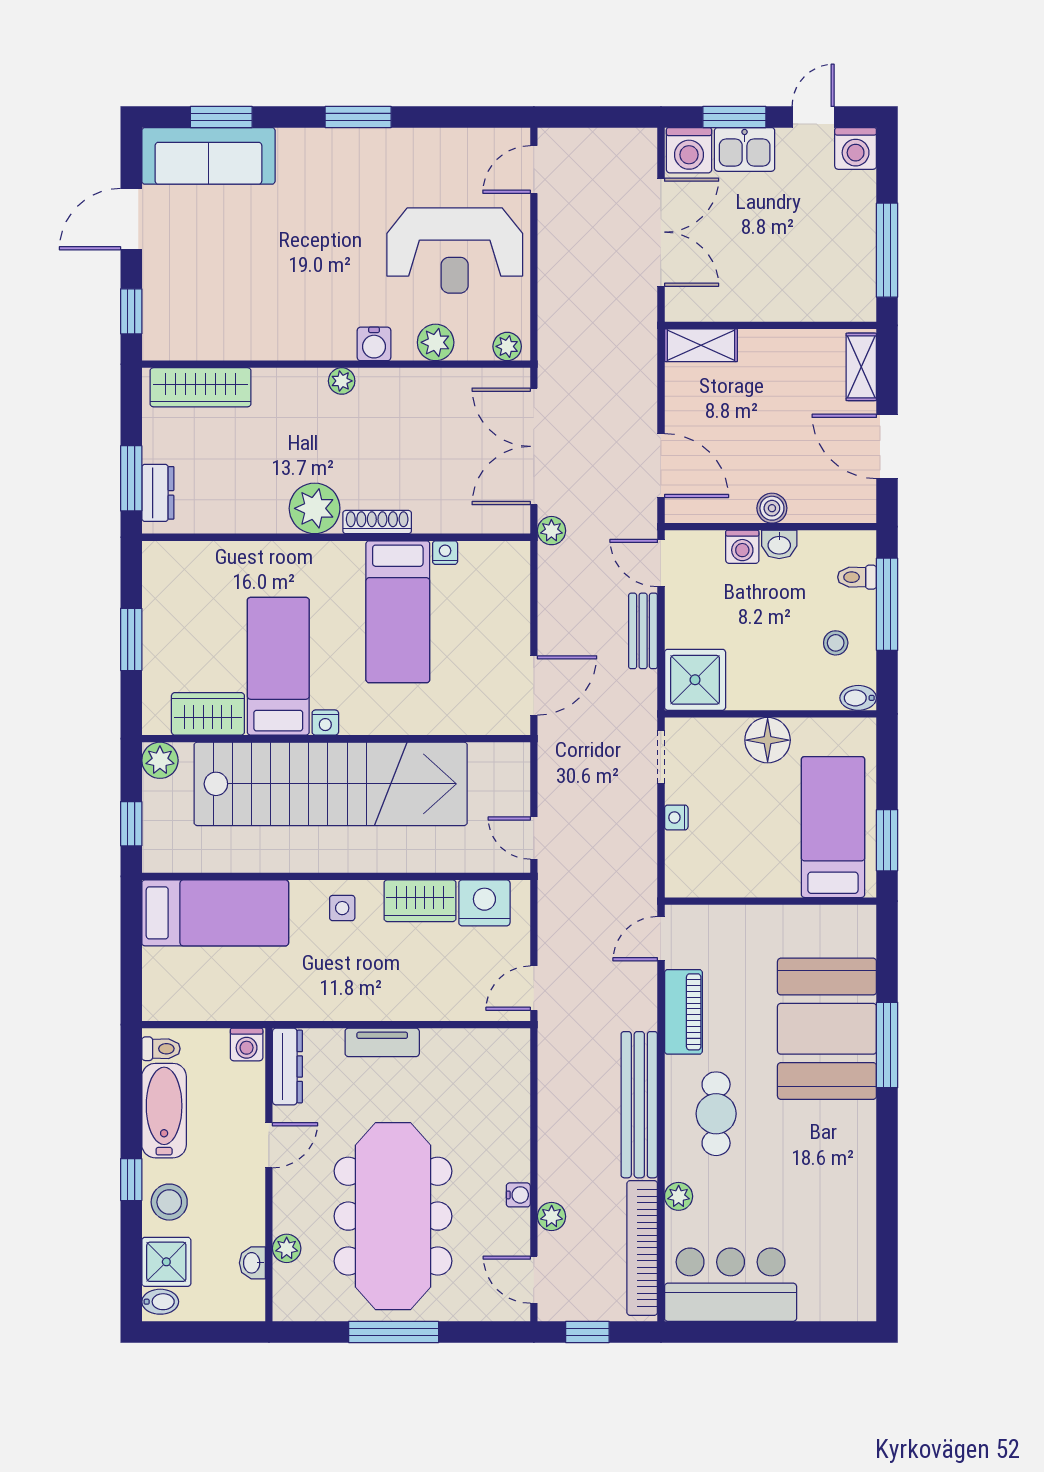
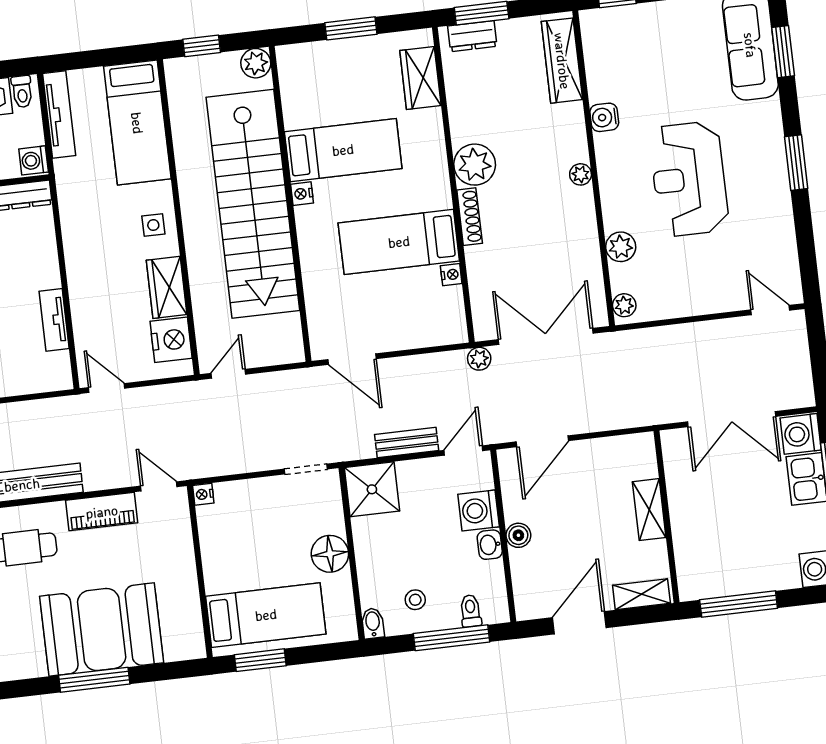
reception desk: (455, 250) -> (689, 179), moved
water cooler: (374, 344) -> (604, 117), moved
shelving: (701, 345) -> (649, 510), moved
washing machine: (742, 547) -> (479, 510), width x1.38, depth x1.38
wardrobe: (208, 714) -> (420, 78), moved, turned 180
nightstand: (676, 817) -> (203, 494), moved, turned -90
tv unit: (194, 1007) -> (59, 115), added
tv unit: (382, 1042) -> (54, 320), moved

